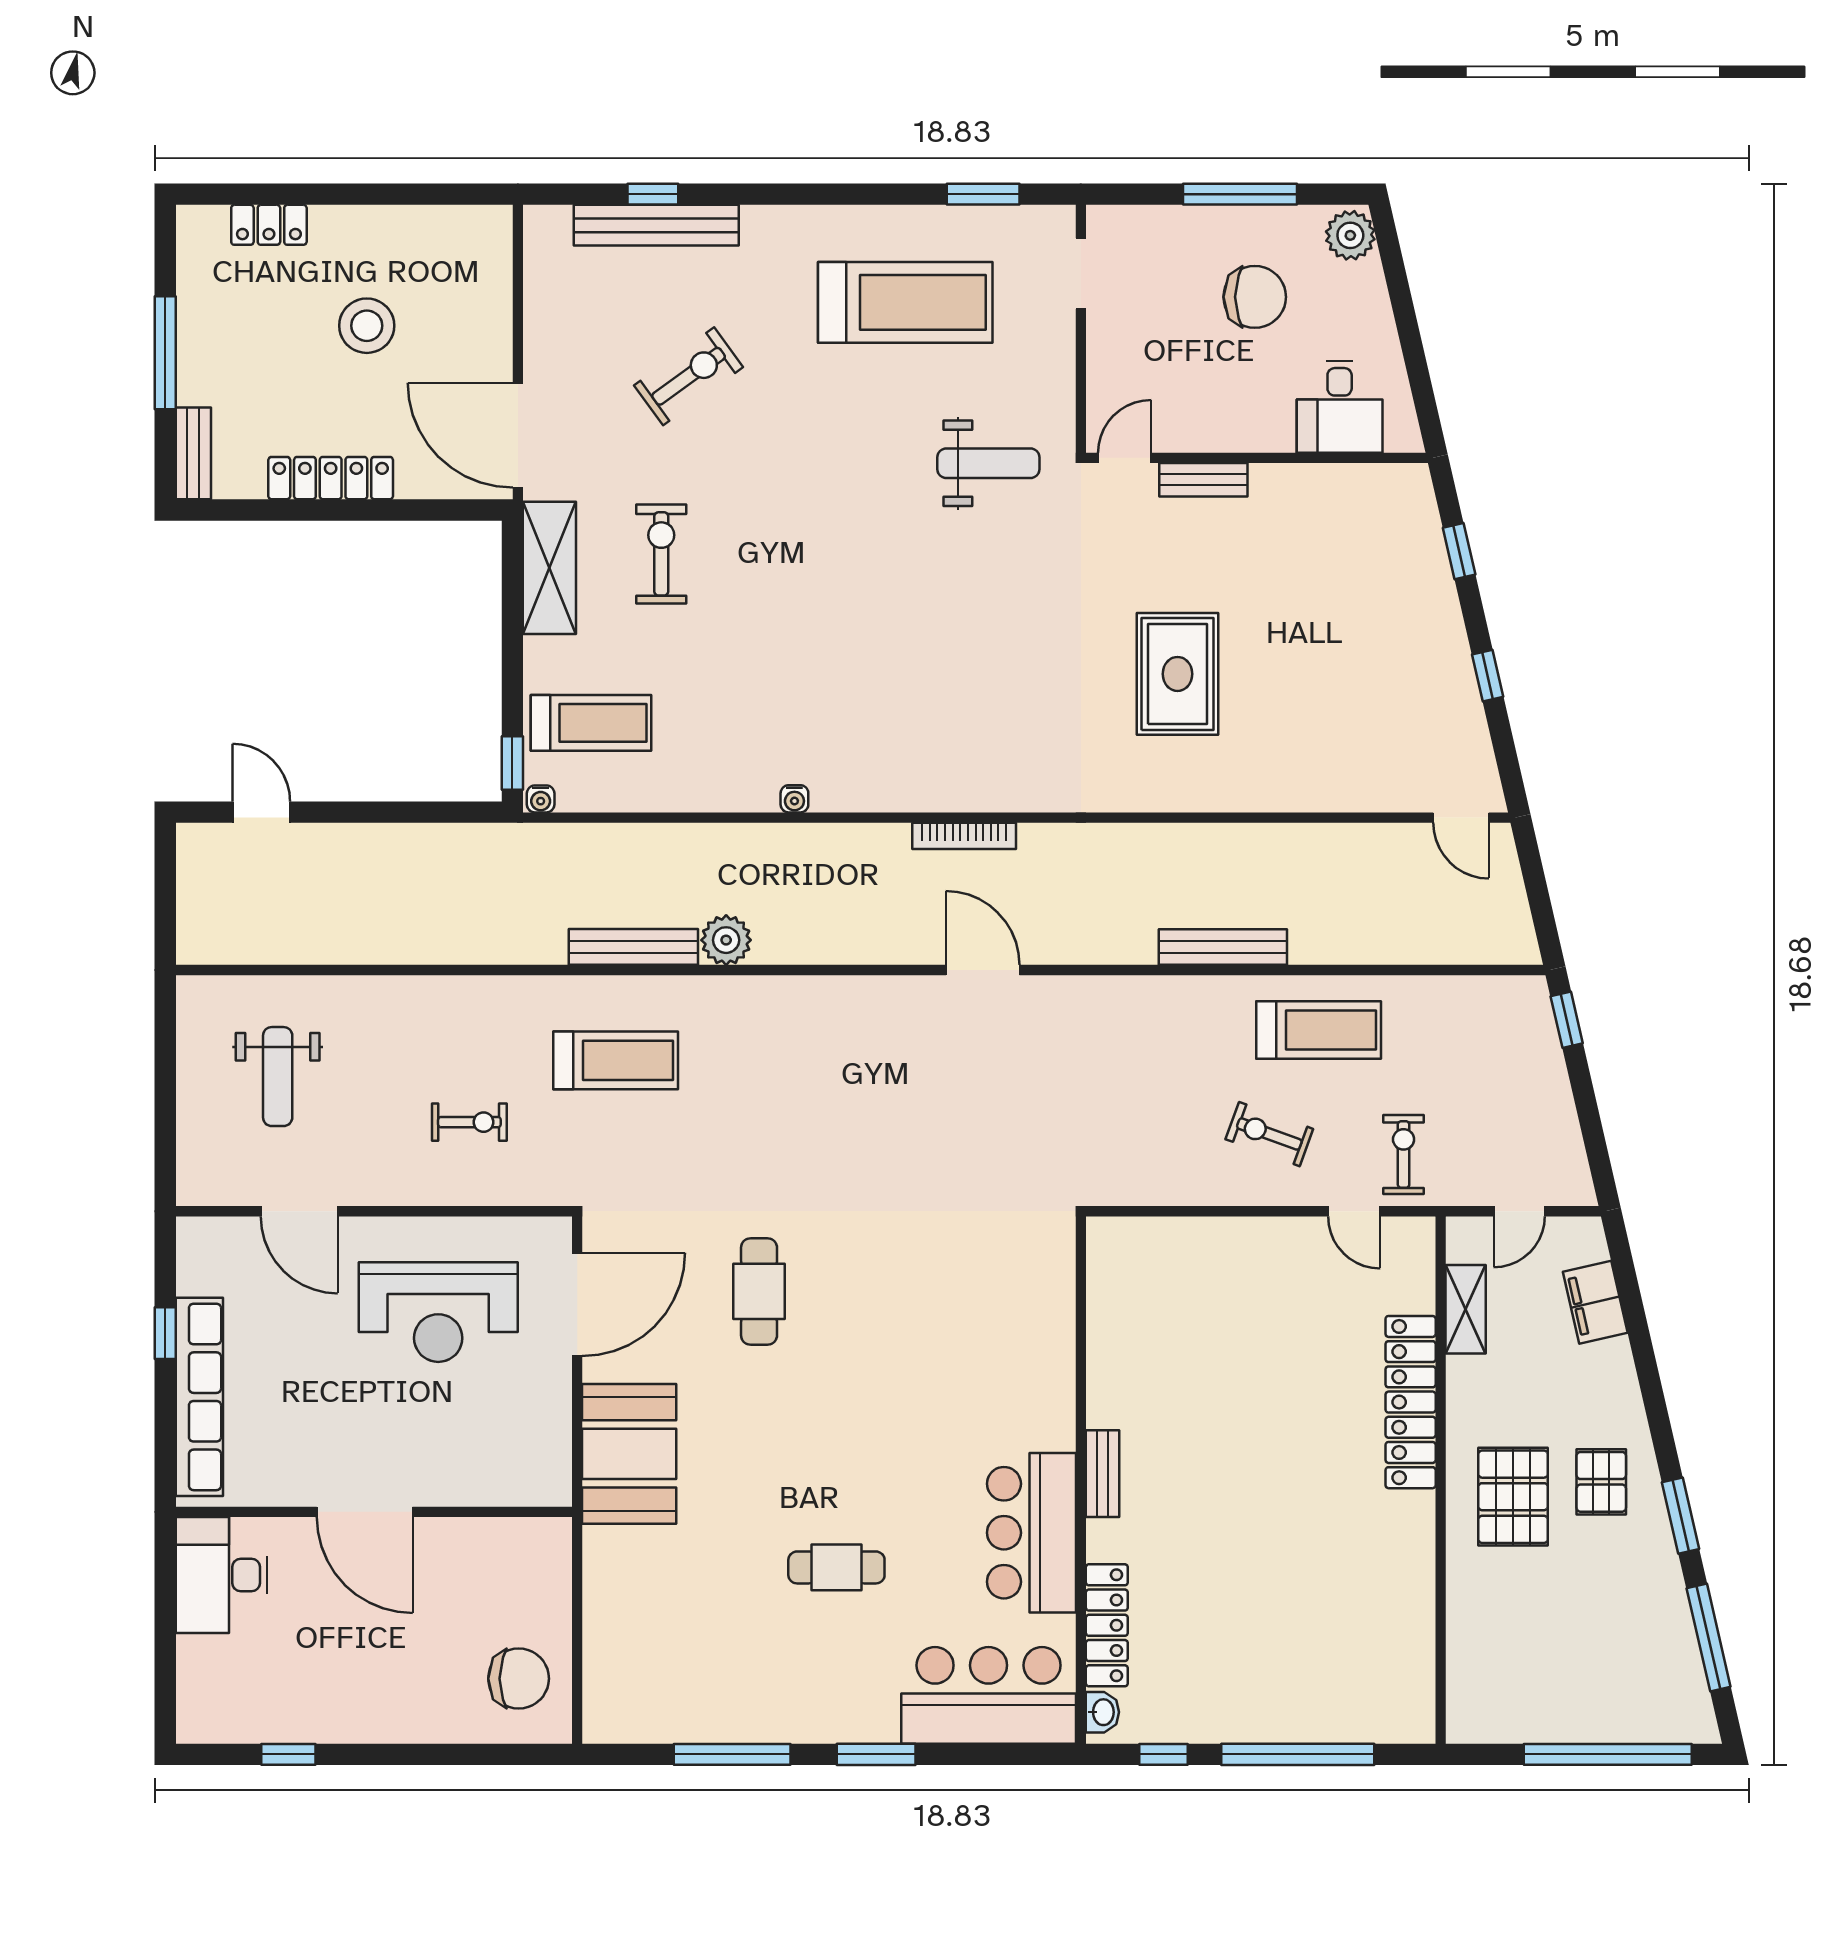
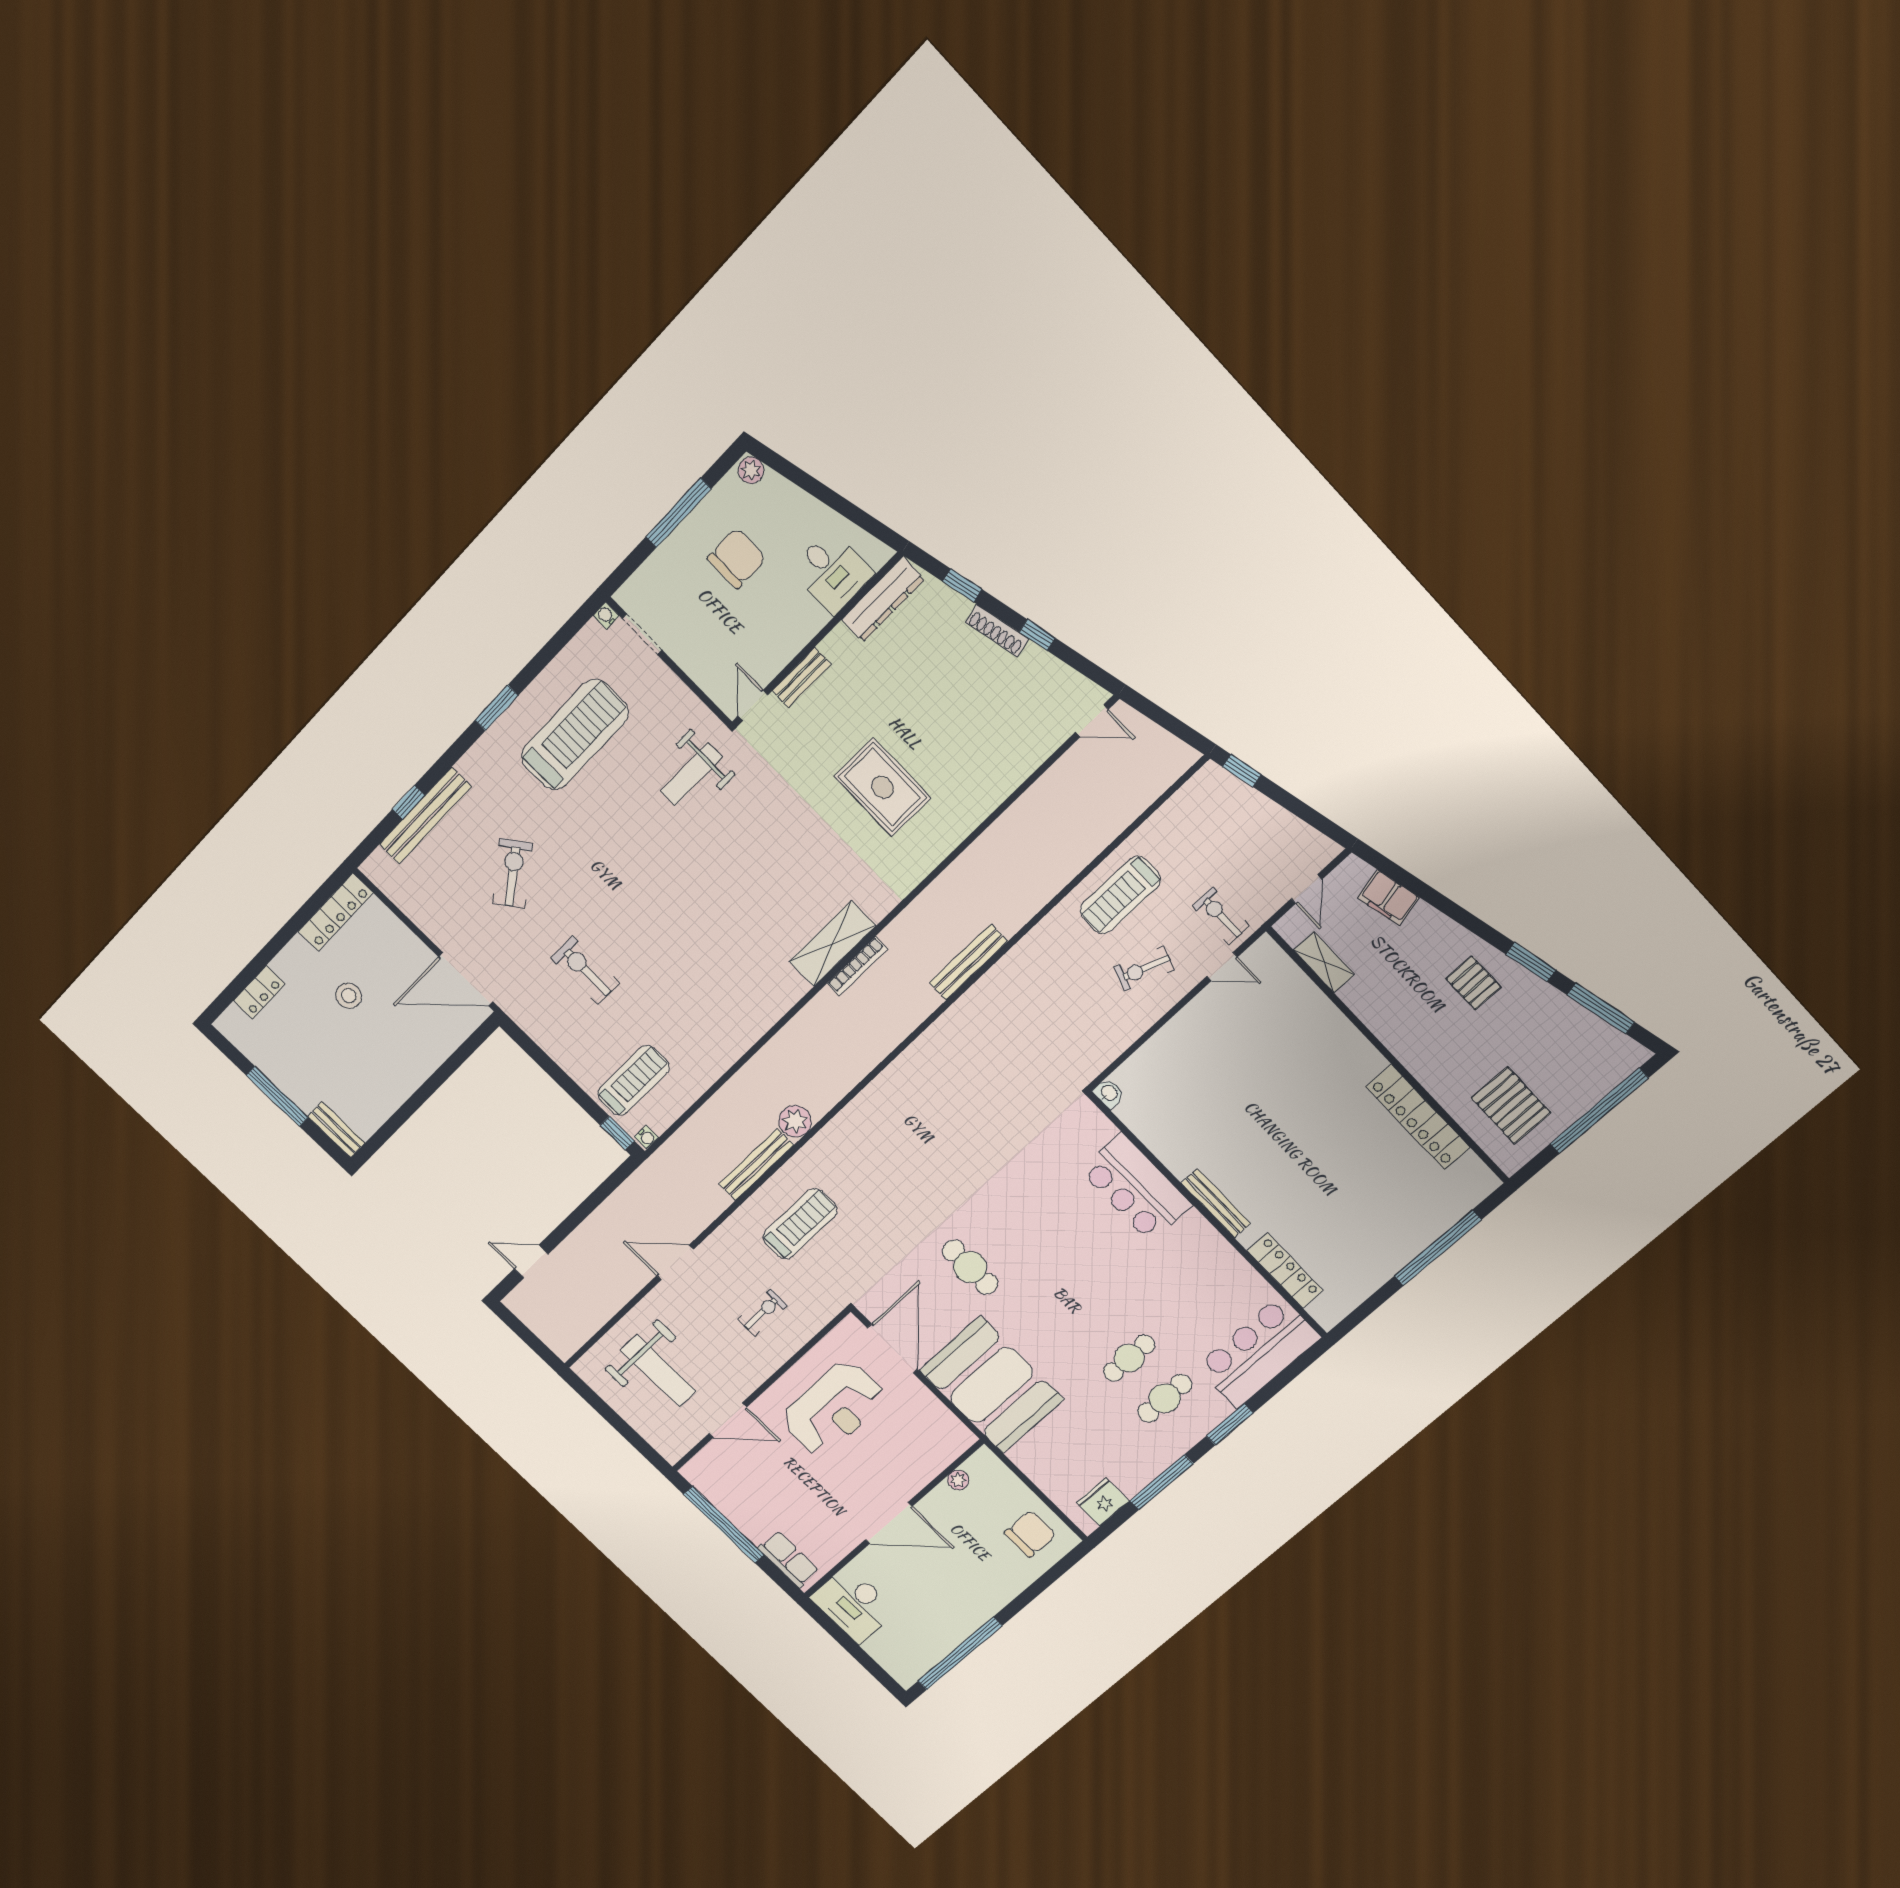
window: (983, 194) -> (497, 708), moved
plant: (1350, 235) -> (751, 470), width x0.73, depth x0.73
stool: (367, 326) -> (349, 996), width x0.73, depth x0.73
weight bench: (988, 463) -> (691, 774), turned 180
locker: (331, 478) -> (335, 912), moved, turned 180
dresser: (1365, 485) -> (883, 600), added
shelving: (549, 568) -> (833, 944), moved, turned 90
shoe rack: (1451, 631) -> (997, 631), added
water cooler: (794, 799) -> (606, 616), moved, turned 180
bench: (1223, 947) -> (968, 962), moved
door: (983, 970) -> (675, 1262), moved
treadmill: (1319, 1030) -> (1120, 895), turned 180
weight bench: (278, 1077) -> (658, 1371), width x1.36, depth x1.33
window: (165, 1333) -> (724, 1525), width x3.17
row of seats: (199, 1397) -> (788, 1559), width x0.50
locker: (1411, 1402) -> (1418, 1117), moved
booth: (629, 1454) -> (992, 1385), width x1.36, depth x1.42
bench: (1103, 1474) -> (1216, 1203), width x1.36
pallet: (1513, 1497) -> (1511, 1105), moved
bar counter: (1031, 1533) -> (1136, 1188), moved
plant: (498, 1534) -> (958, 1480), added
cafe table: (832, 1654) -> (1165, 1398), added
washbasin: (1102, 1712) -> (1109, 1093), moved
fridge: (641, 1716) -> (1103, 1502), added
window: (288, 1754) -> (960, 1654), width x3.17
window: (1164, 1754) -> (1370, 1305), removed

